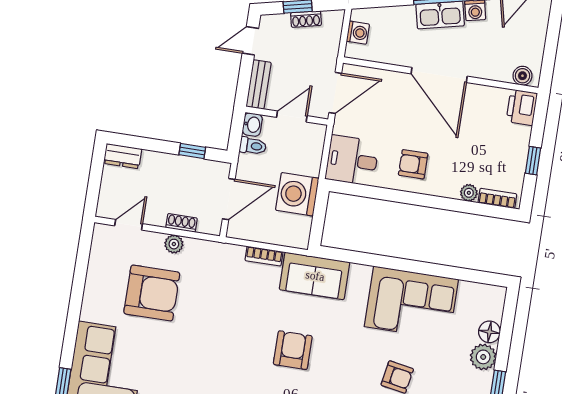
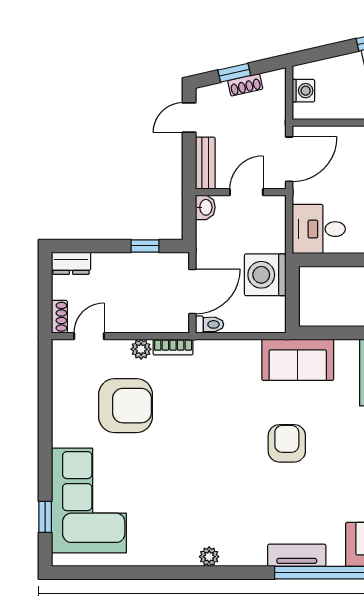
toilet: (253, 146) -> (209, 324), moved
shoe rack: (181, 223) -> (59, 317), moved, turned 90
bookcase: (264, 256) -> (173, 347), moved

